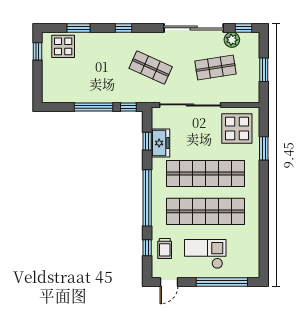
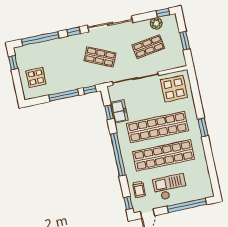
window: (79, 28) -> (40, 39), width x2.11
sliding door: (194, 28) -> (110, 24), moved
display table: (63, 46) -> (36, 77), moved
window: (264, 148) -> (203, 127), moved
window: (147, 248) -> (128, 203), moved

